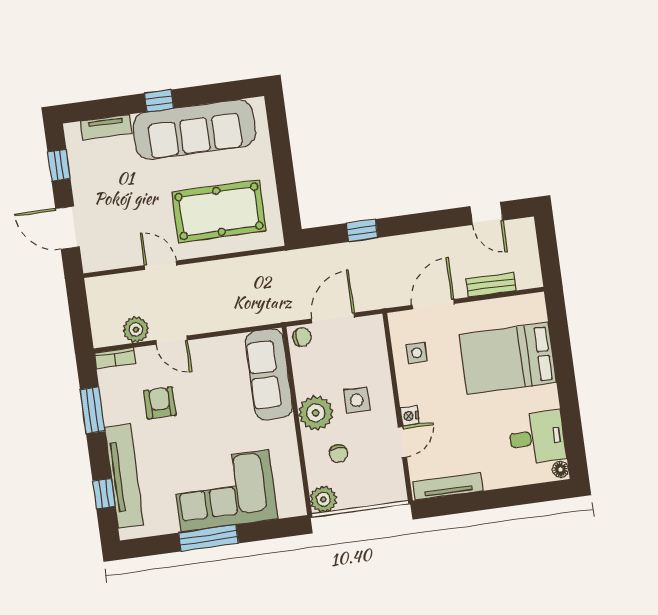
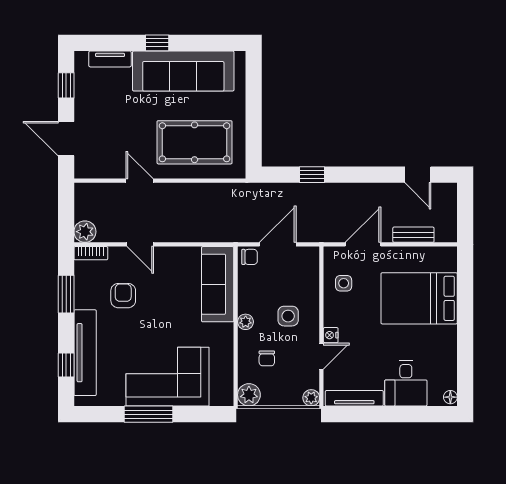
plant: (136, 330) -> (85, 232), moved
plant: (316, 413) -> (246, 322), width x0.53, depth x0.53
desk: (537, 437) -> (406, 383), moved, turned 90
plant: (397, 493) -> (311, 398), added

